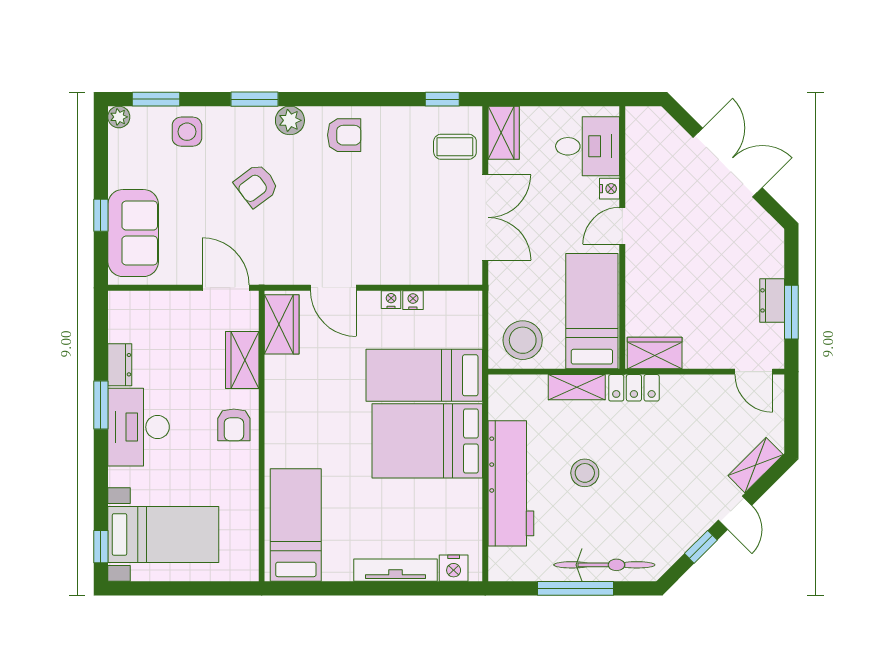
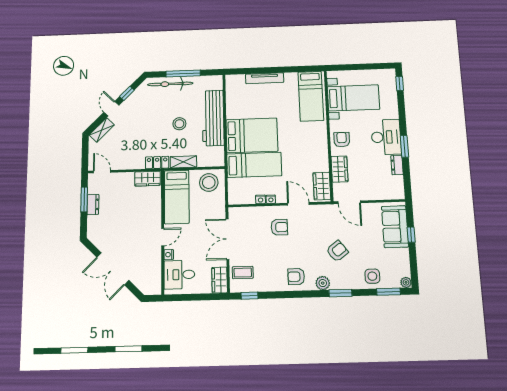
armchair: (375, 239) -> (279, 227), added
bed with nightstands: (163, 534) -> (353, 98), moved, turned 180
nightstand: (454, 568) -> (238, 80), removed

